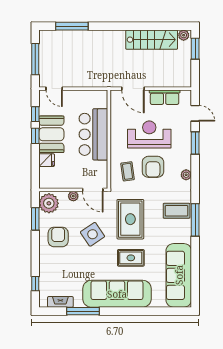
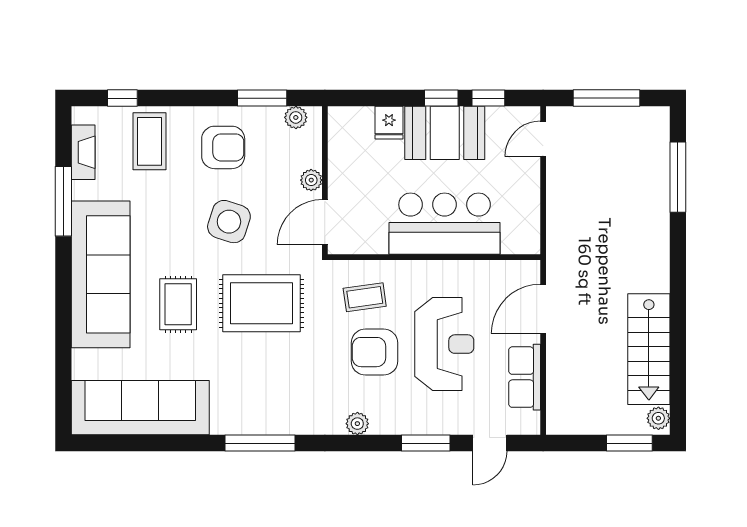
plant: (49, 203) -> (296, 117), width x0.53, depth x0.53
coffee table: (177, 211) -> (150, 141), moved
side table: (93, 234) -> (229, 222), turned -38

